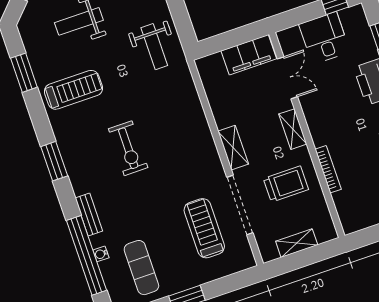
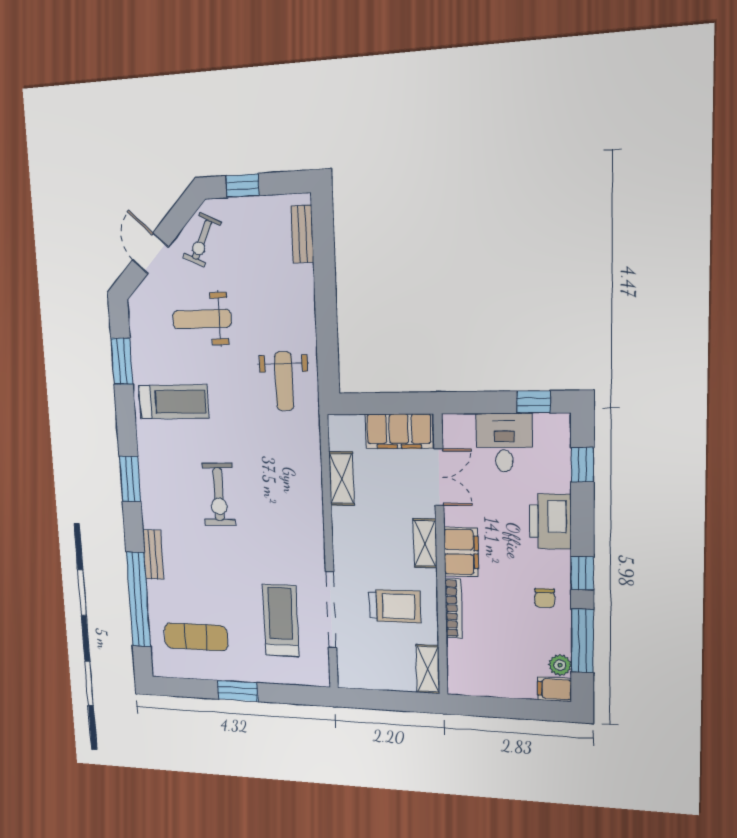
filing cabinet: (320, 126) -> (461, 552), added
shelving: (233, 148) -> (342, 479), moved
shelving: (297, 243) -> (428, 669), moved, turned 90
water cooler: (101, 254) -> (155, 604), removed
exercise mat: (141, 268) -> (196, 637), turned 90

